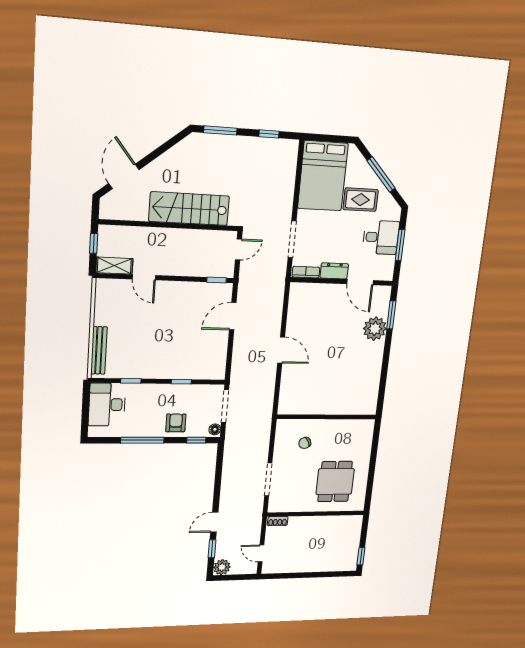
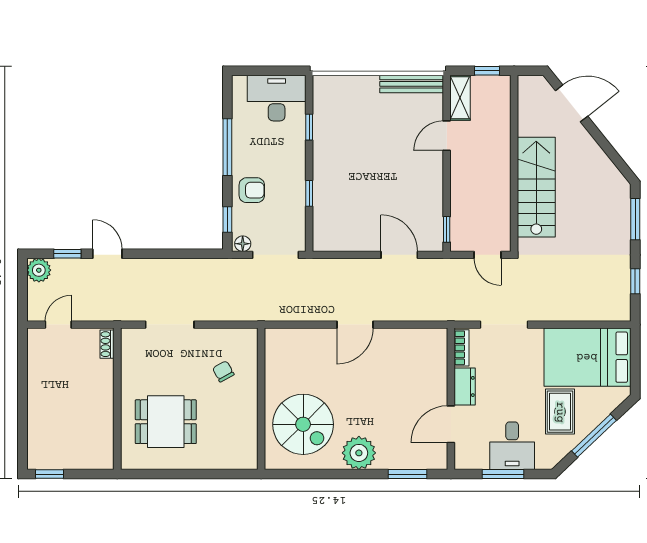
plant: (375, 329) -> (359, 453), moved
bench: (99, 350) -> (412, 84), moved
spiral stairs: (348, 388) -> (303, 424), added

